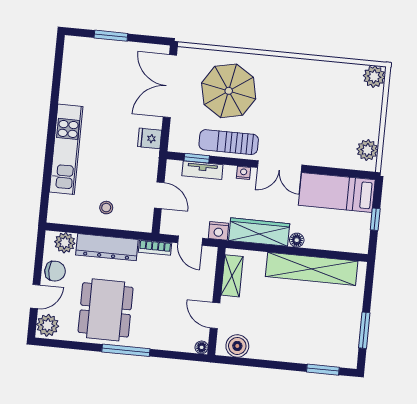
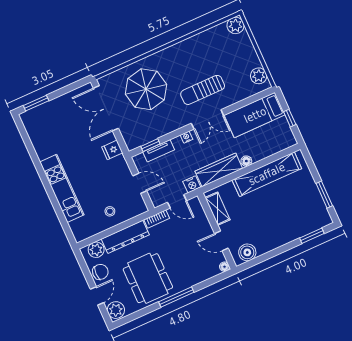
window: (111, 36) -> (36, 103), moved
sun lounger: (229, 142) -> (203, 90), moved

